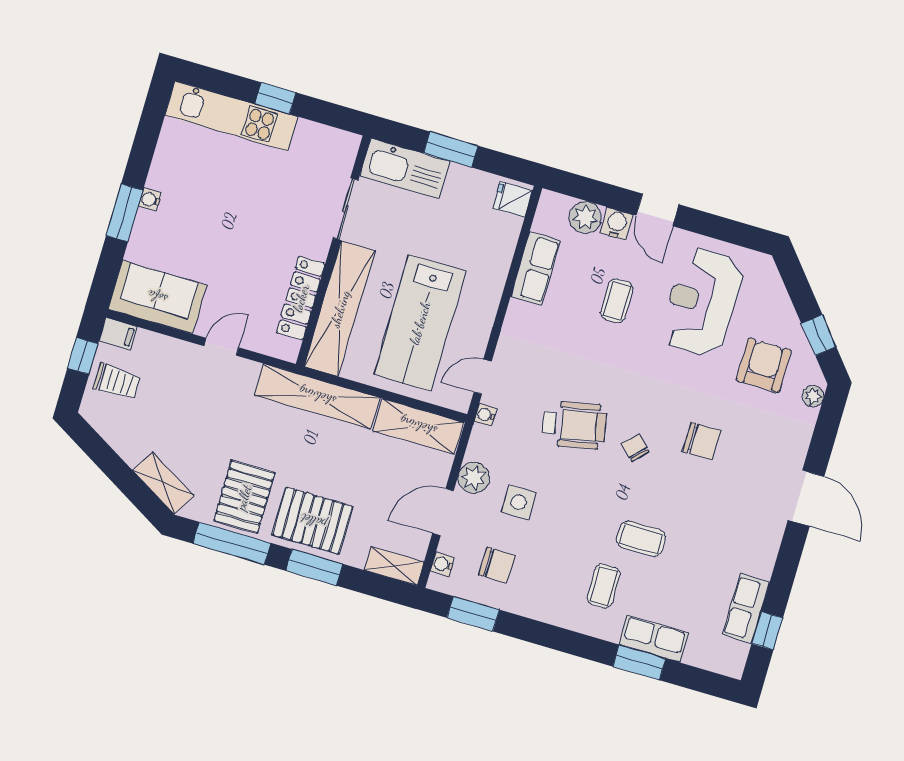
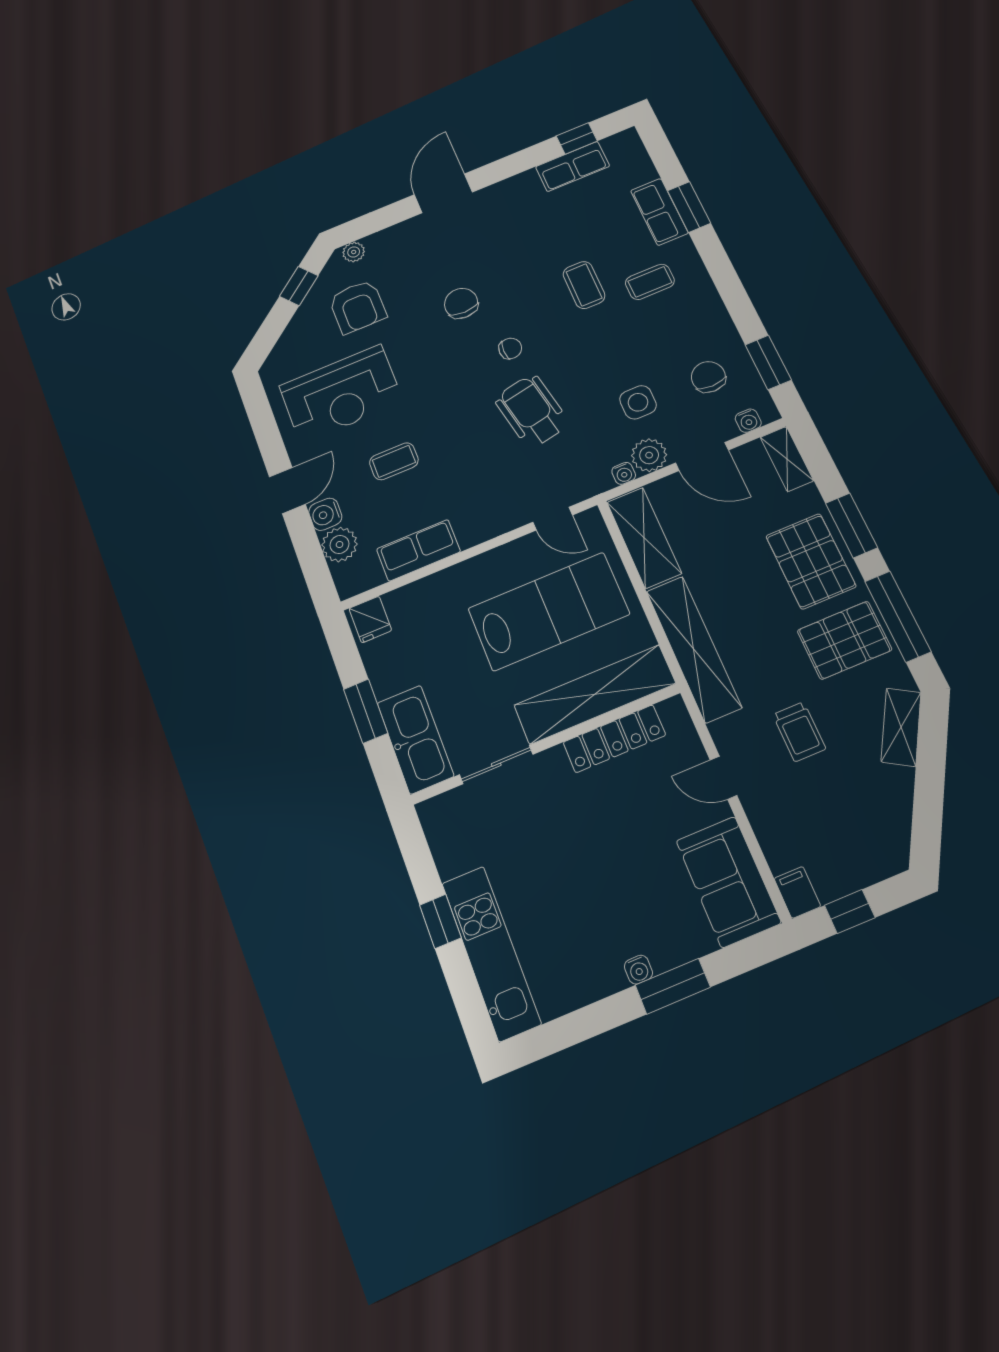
armchair: (764, 365) -> (358, 307), turned -90
trolley: (117, 382) -> (799, 732), moved, turned 180
water cooler: (485, 415) -> (624, 473), moved
chair: (635, 448) -> (510, 348), turned -134

